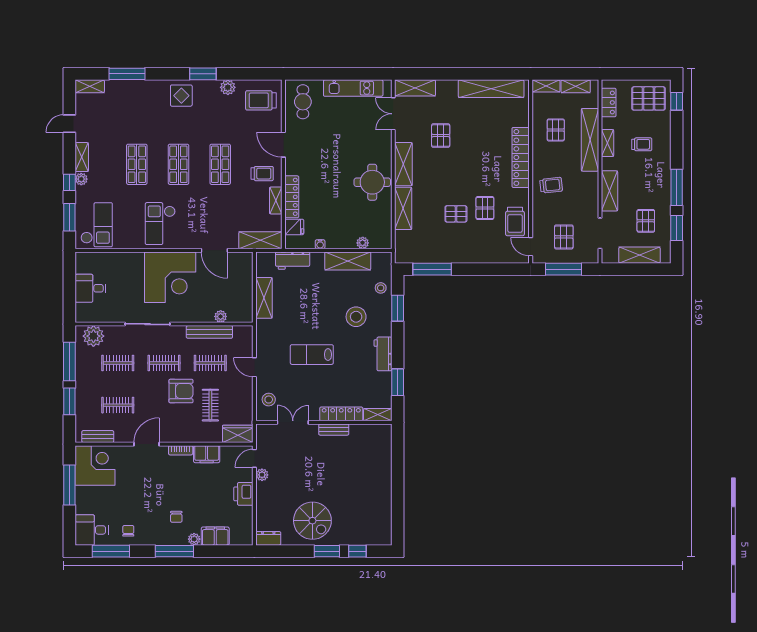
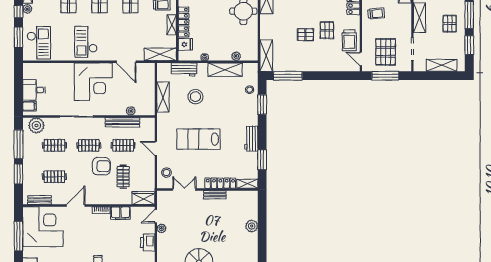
shelving: (403, 208) -> (266, 56), moved
pallet: (646, 221) -> (450, 24), moved
pallet: (564, 237) -> (386, 52), width x1.50, depth x1.42
filing cabinet: (84, 310) -> (29, 106), added
stool: (356, 317) -> (195, 97), moved
lab bench: (312, 355) -> (198, 139), width x1.36, depth x1.39
corner desk: (95, 465) -> (43, 227), width x1.36, depth x1.36
plant: (384, 472) -> (252, 226), added

